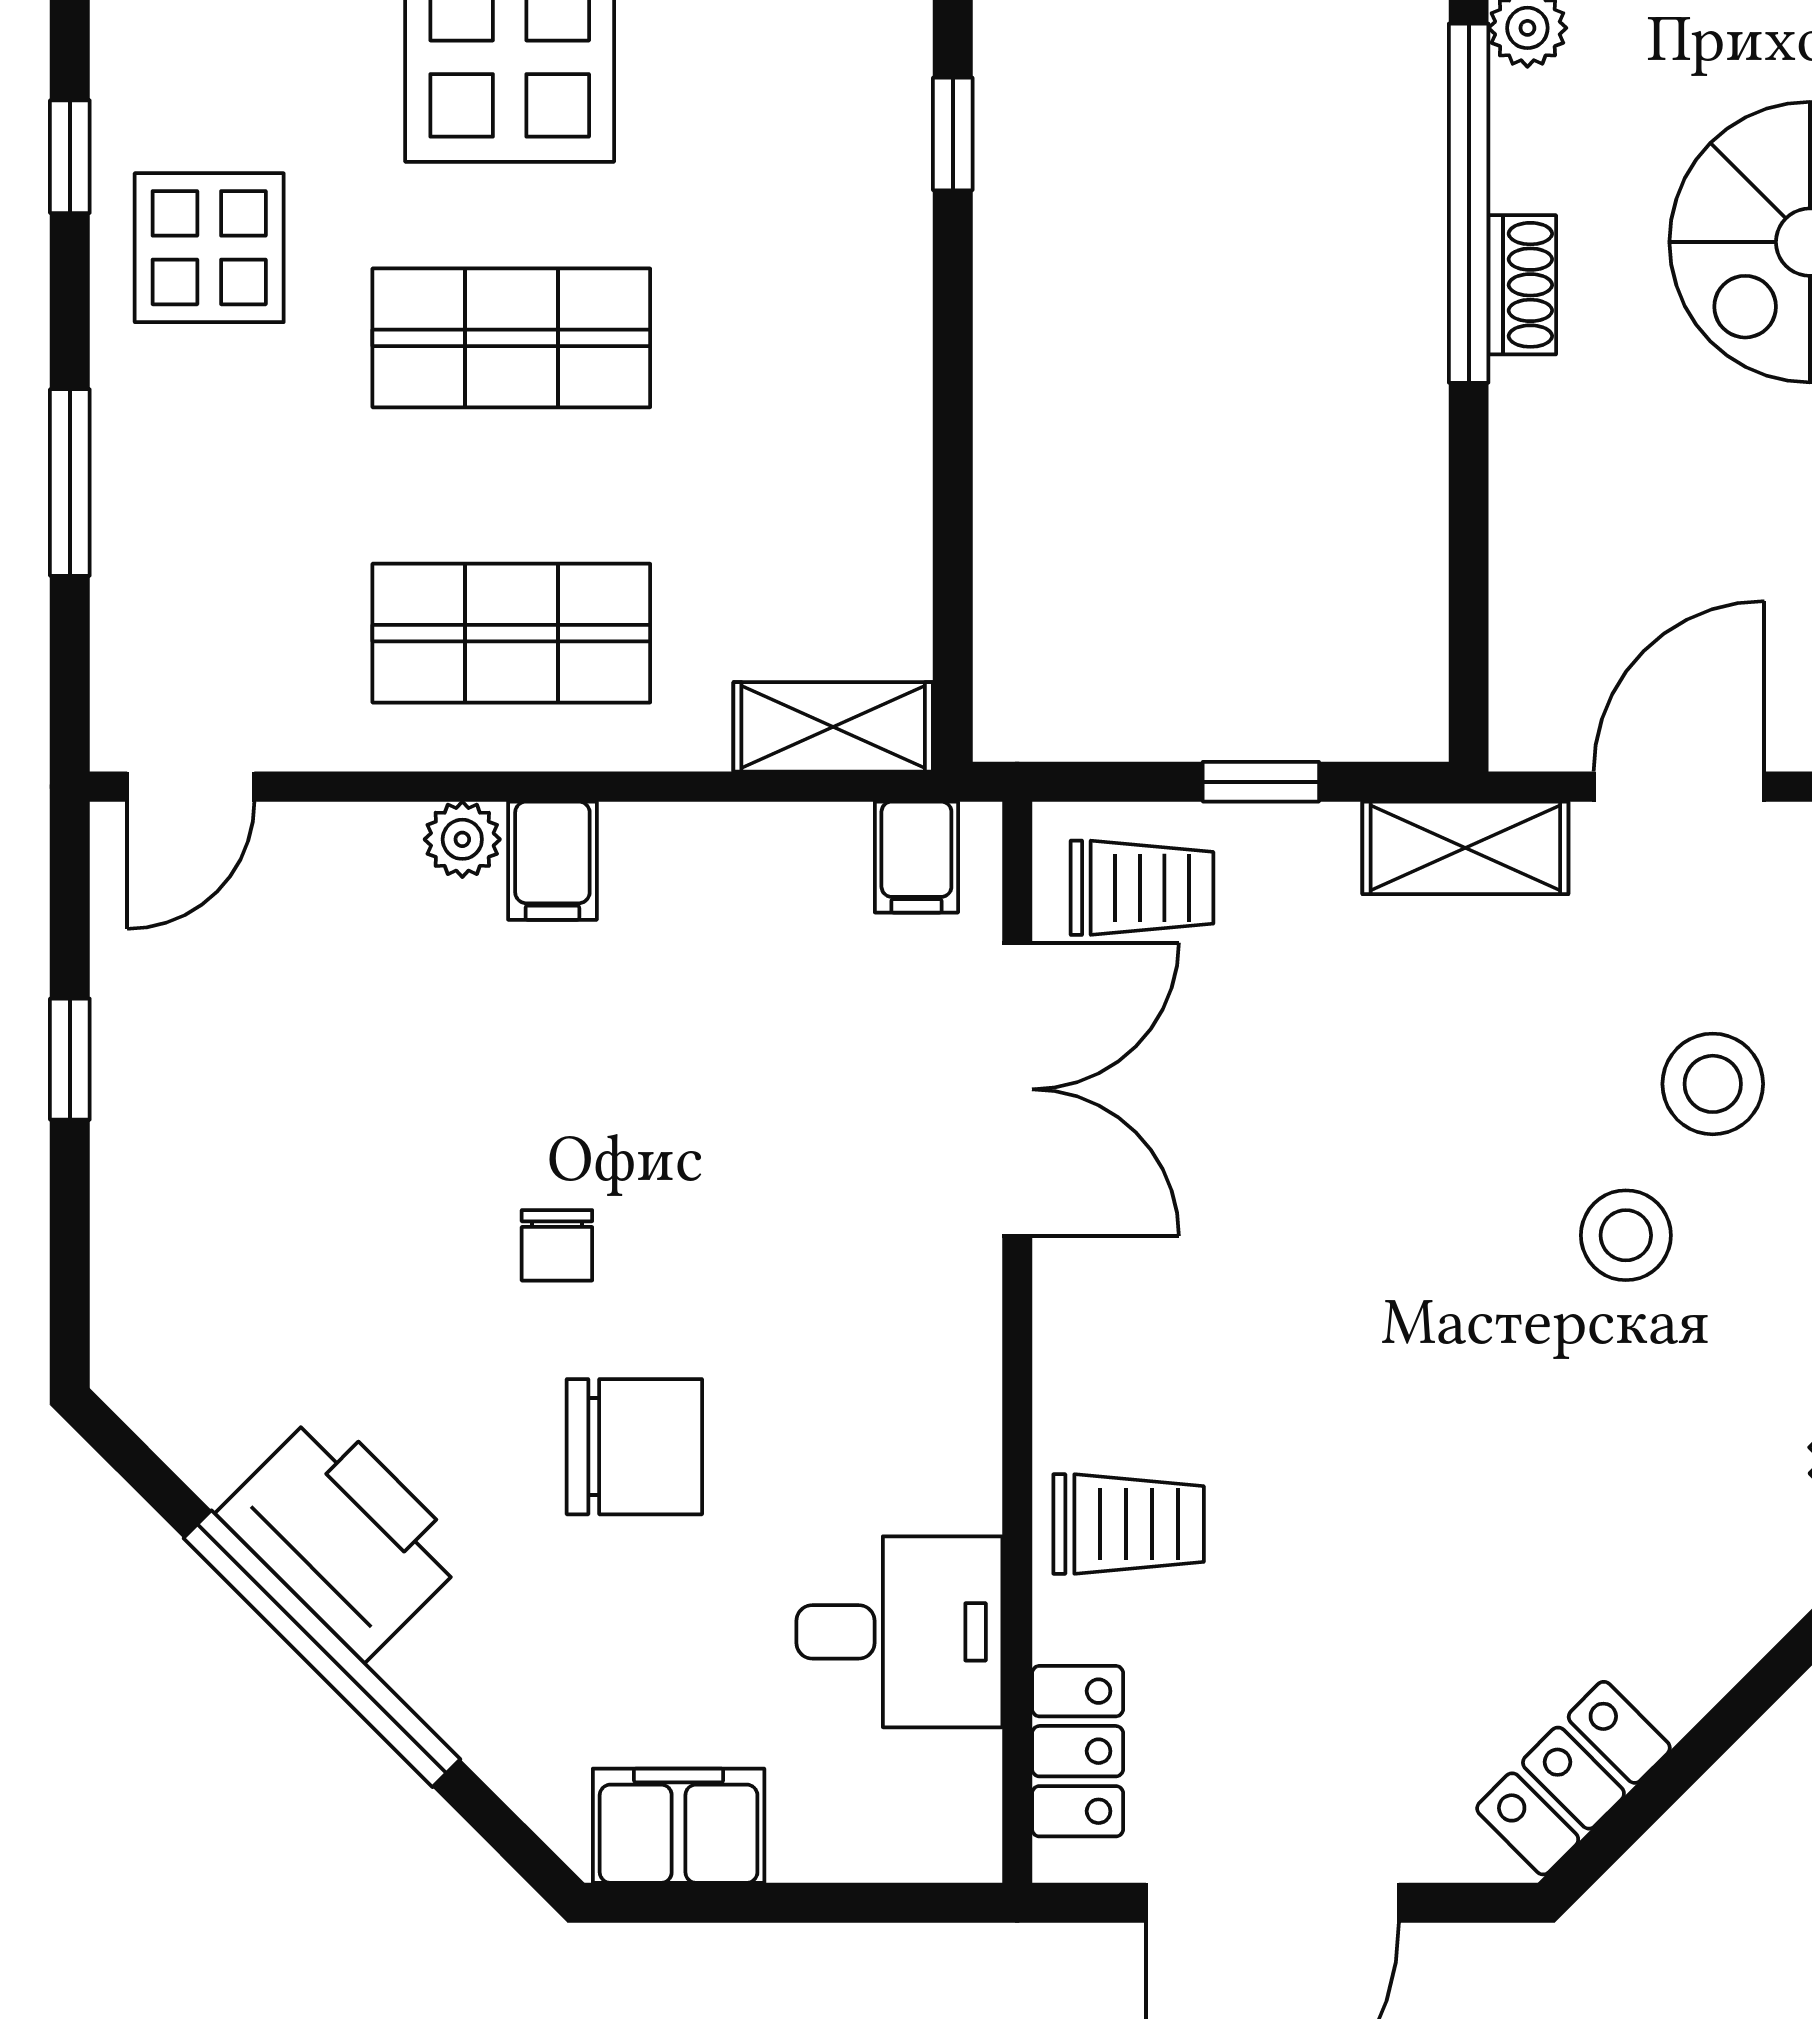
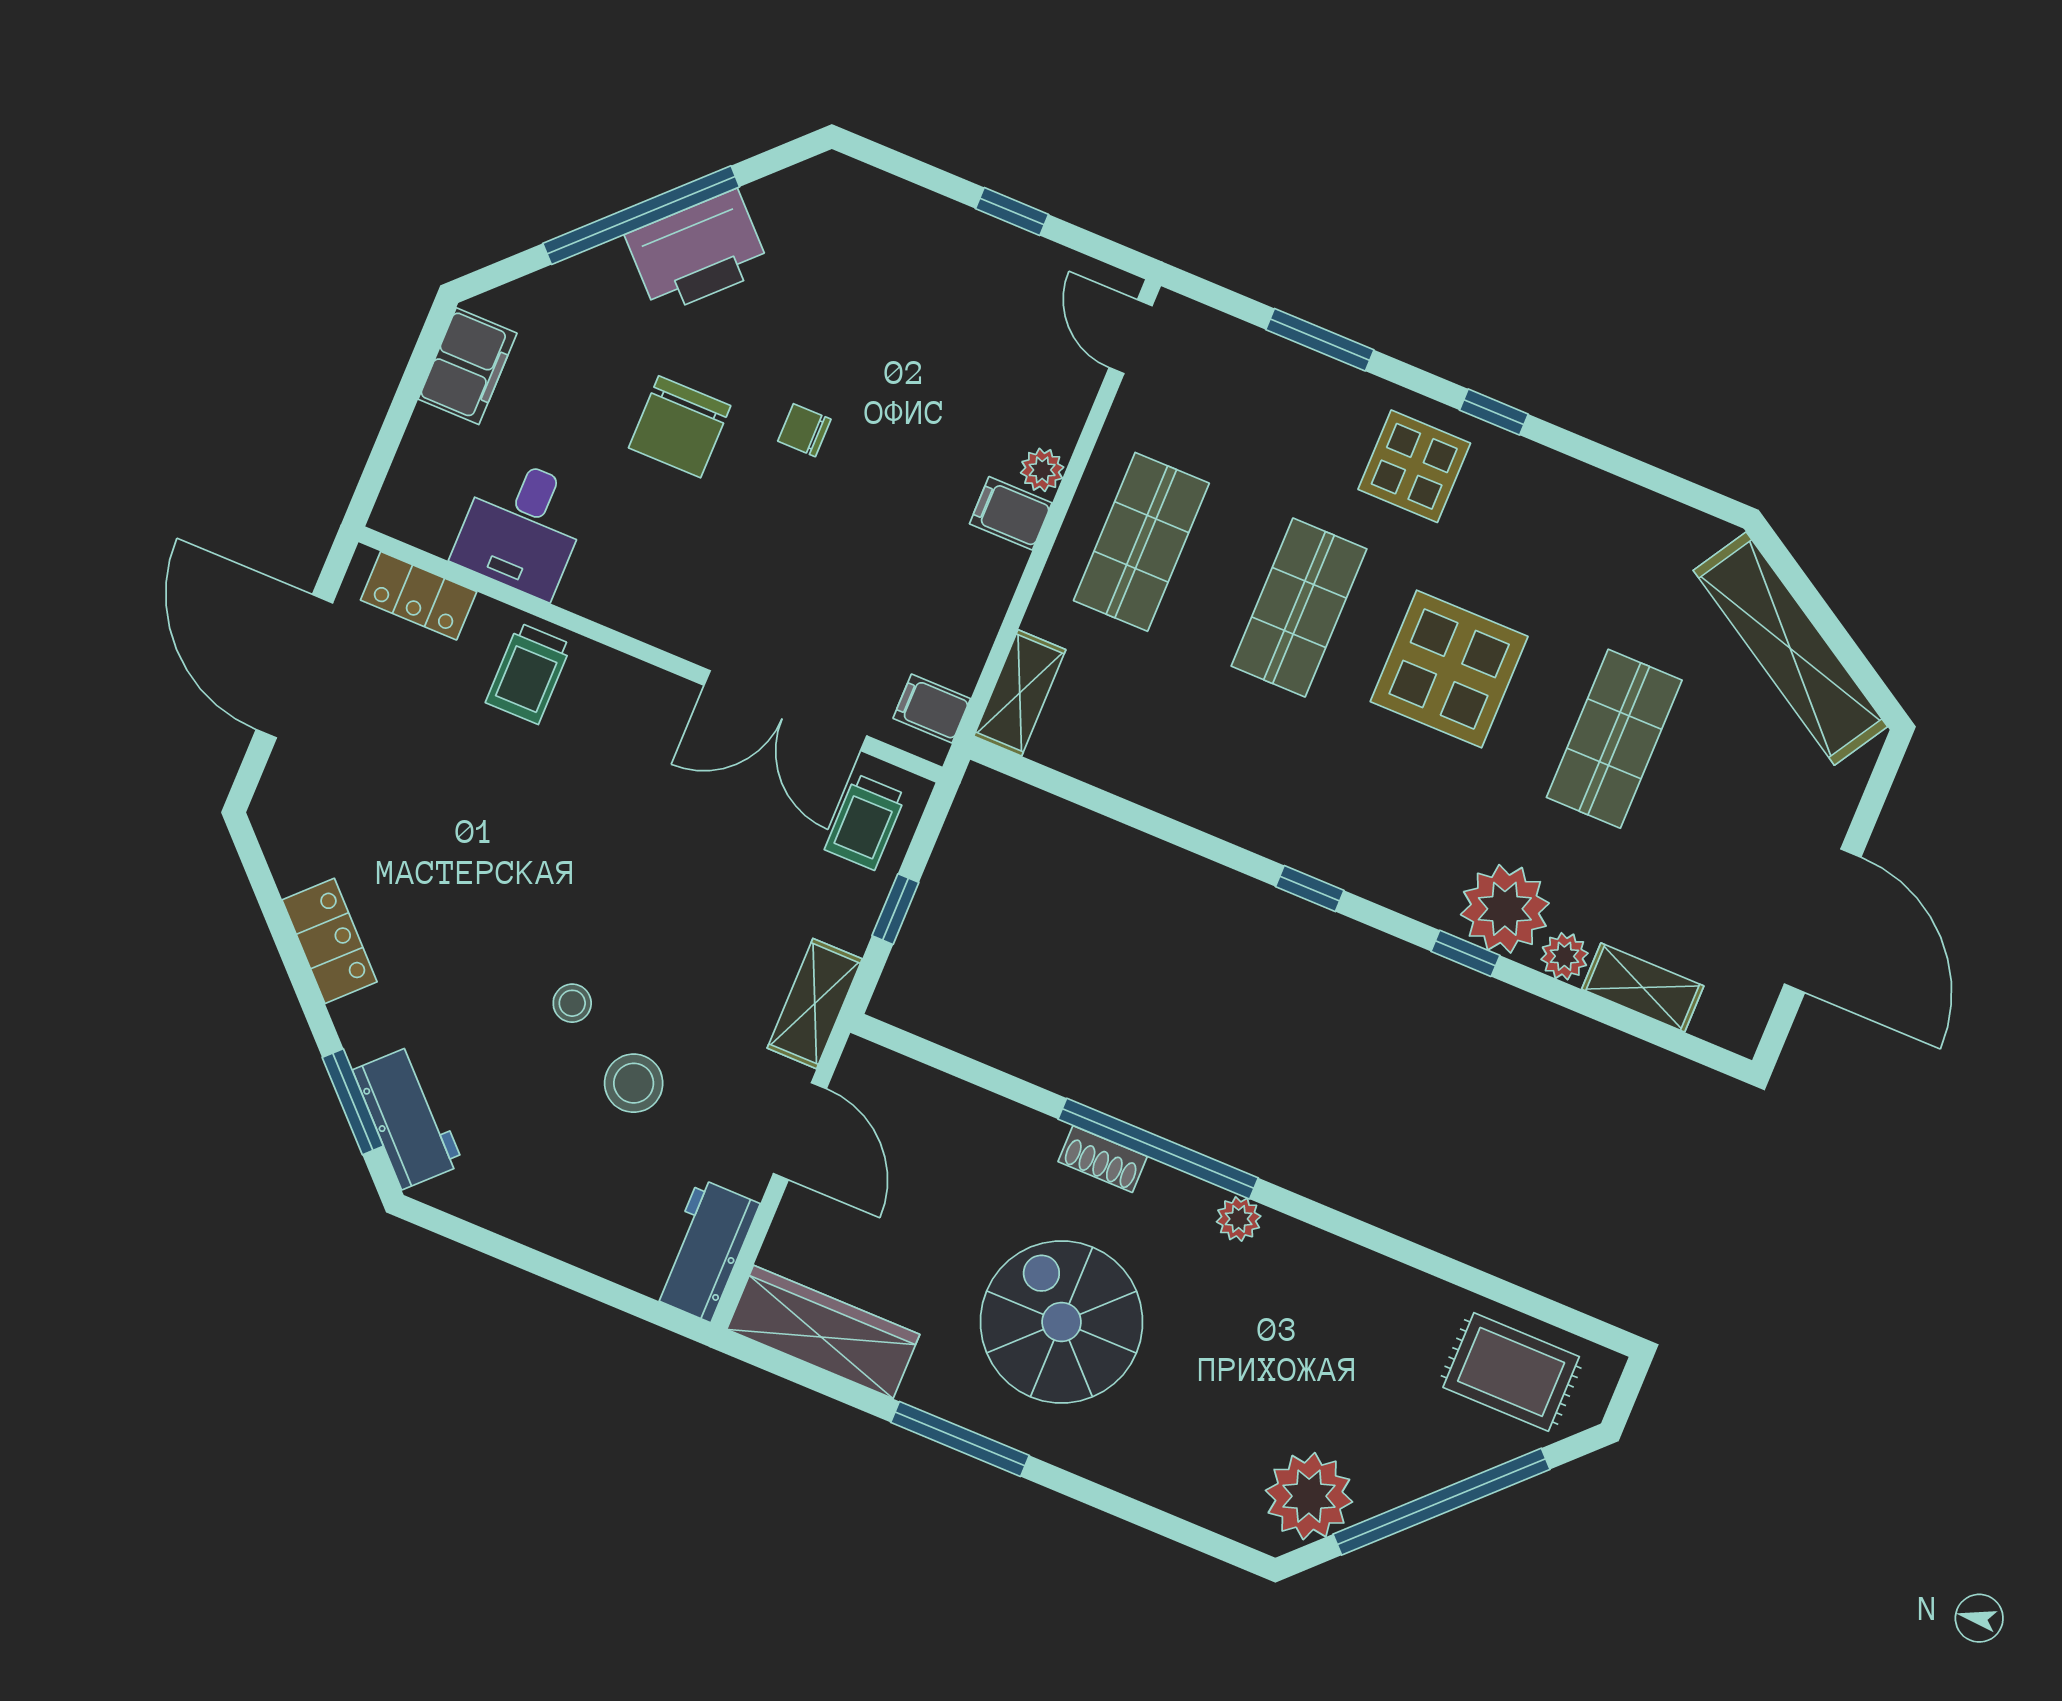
stool: (1626, 1235) -> (572, 1003), width x0.73, depth x0.73
locker: (1573, 1778) -> (330, 941), moved

